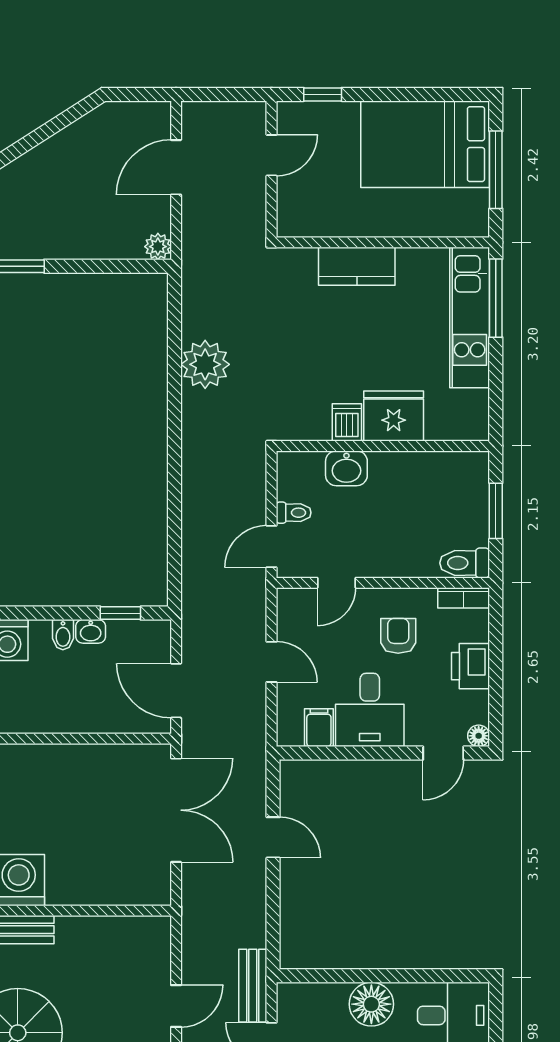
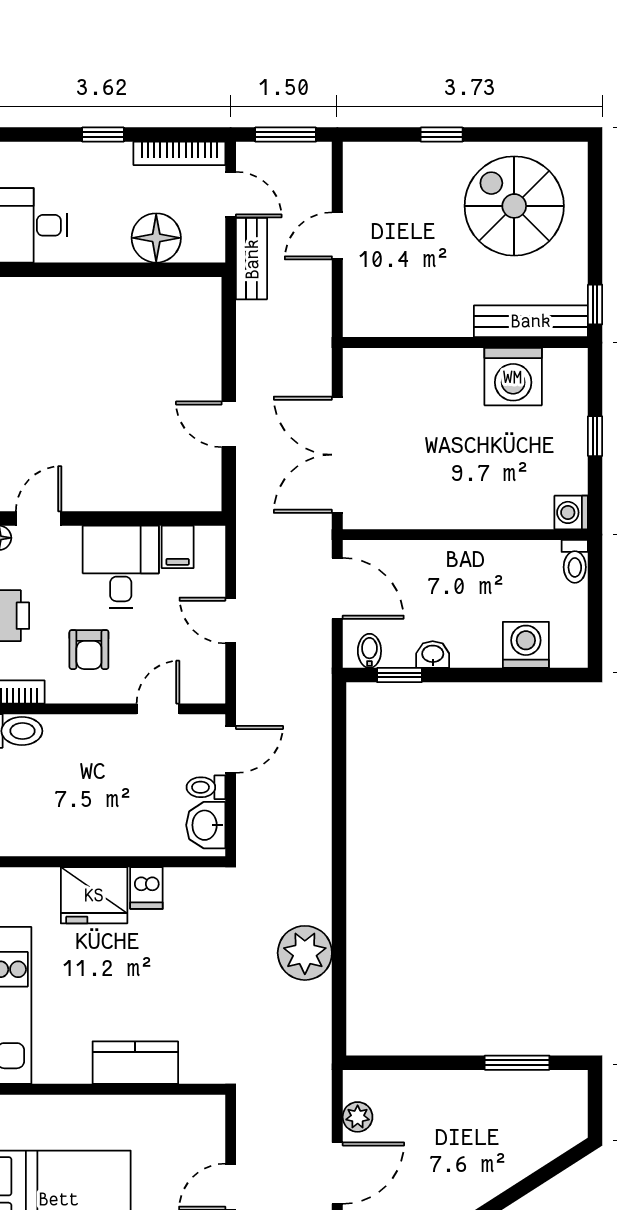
plant: (158, 247) -> (358, 1117), moved
washbasin: (346, 468) -> (206, 825), moved, turned -90
bidet: (63, 635) -> (369, 651), moved
floor lamp: (371, 1004) -> (156, 238), moved

